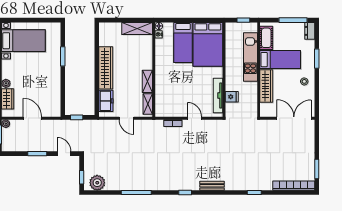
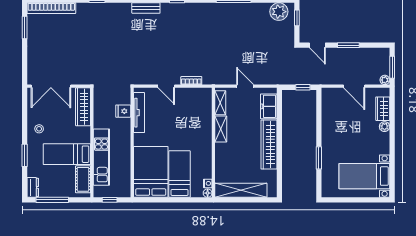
shelving: (137, 28) -> (241, 190), width x1.47
wardrobe: (266, 86) -> (83, 107), moved

